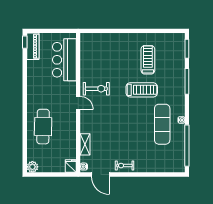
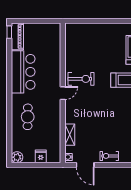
bar counter: (64, 60) -> (23, 72), moved, turned 180
door: (78, 103) -> (63, 93), hinge flipped
cafe table: (43, 127) -> (28, 117), width x0.73, depth x0.74
fridge: (71, 166) -> (41, 156), moved

